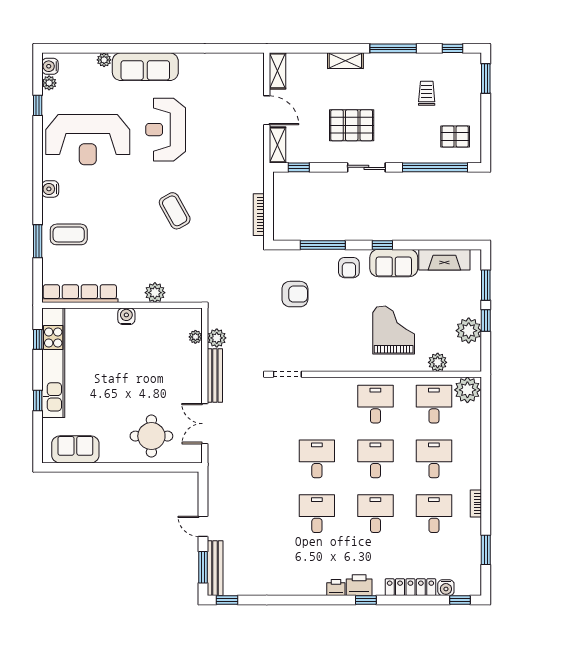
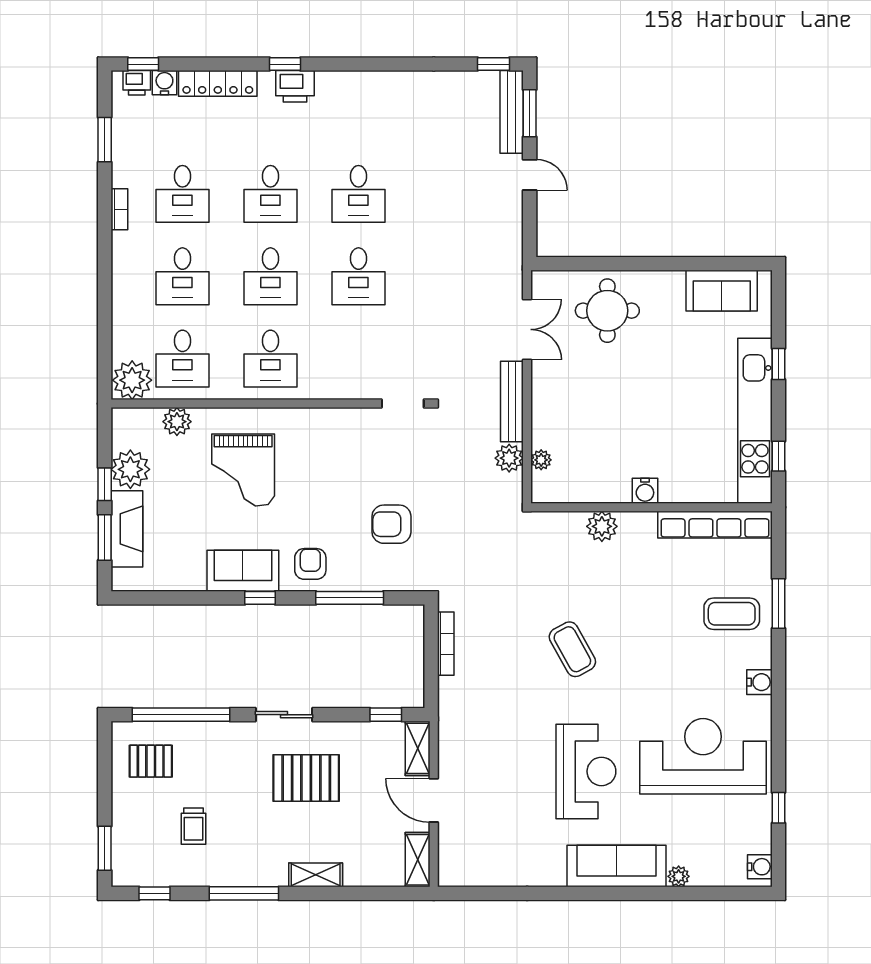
plant: (49, 83) -> (761, 842), removed
fireplace: (444, 260) -> (127, 529), moved, turned 90
printer: (336, 588) -> (137, 83), moved

